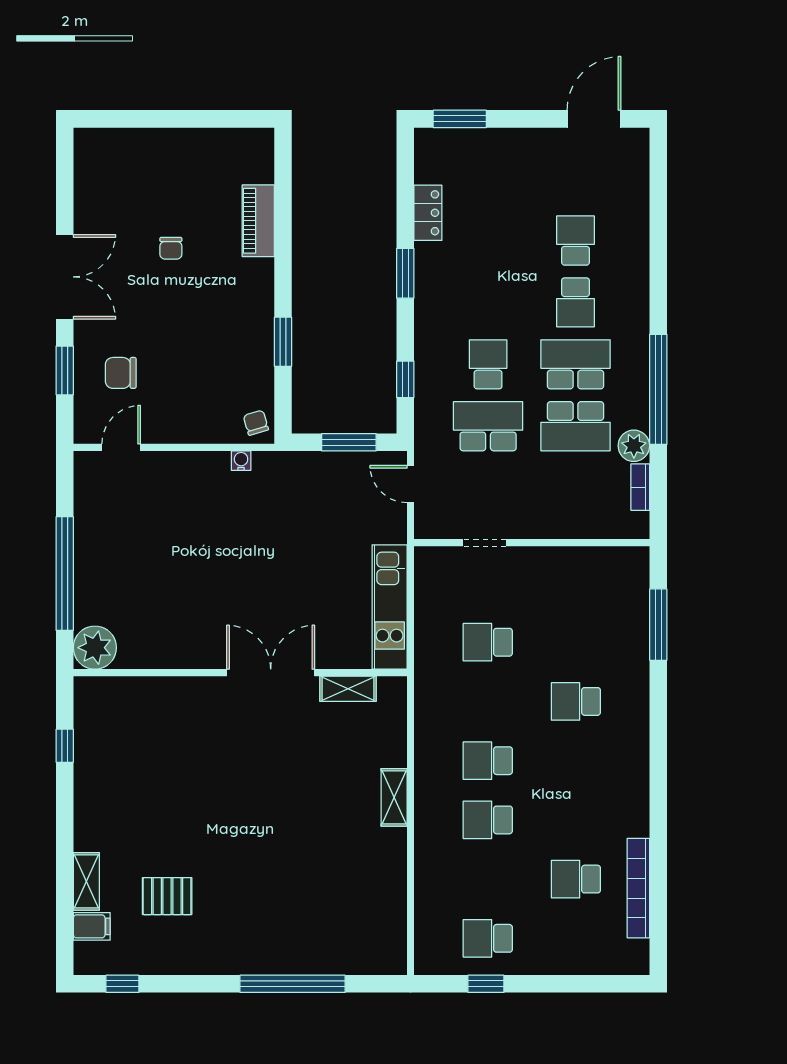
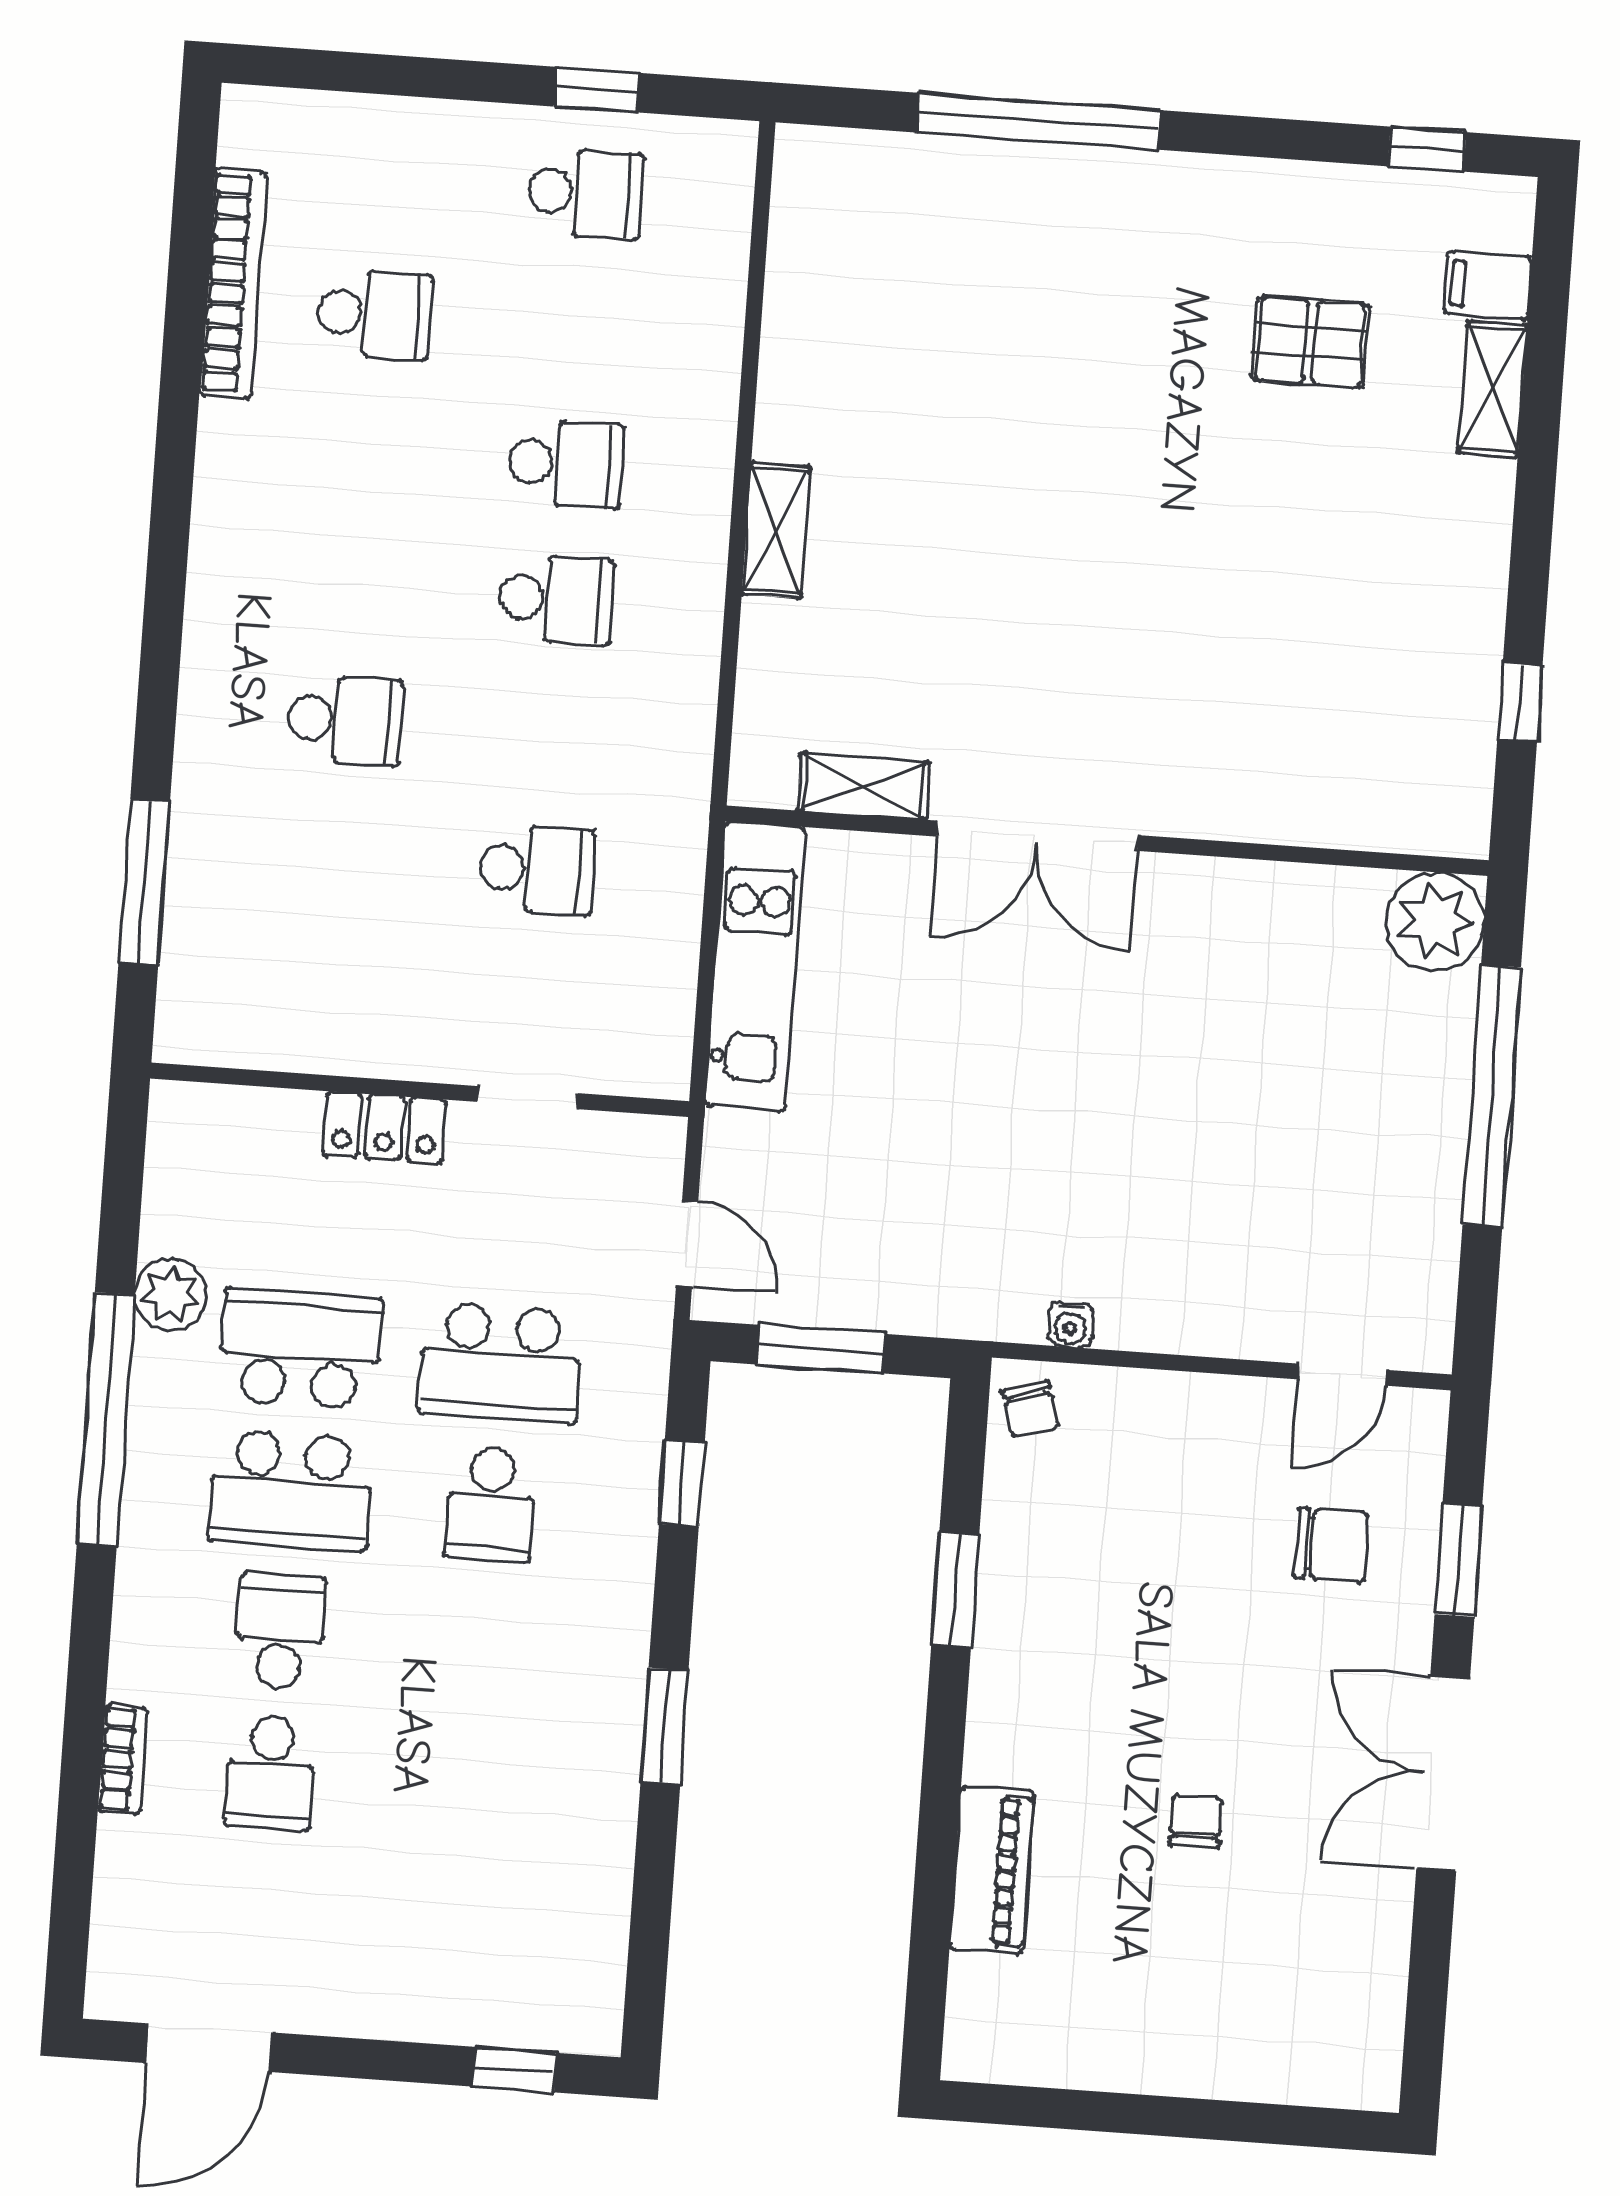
window: (460, 119) -> (515, 2070), width x0.67
locker: (428, 213) -> (384, 1127), moved, turned -90
bookcase: (640, 487) -> (123, 1759), moved

